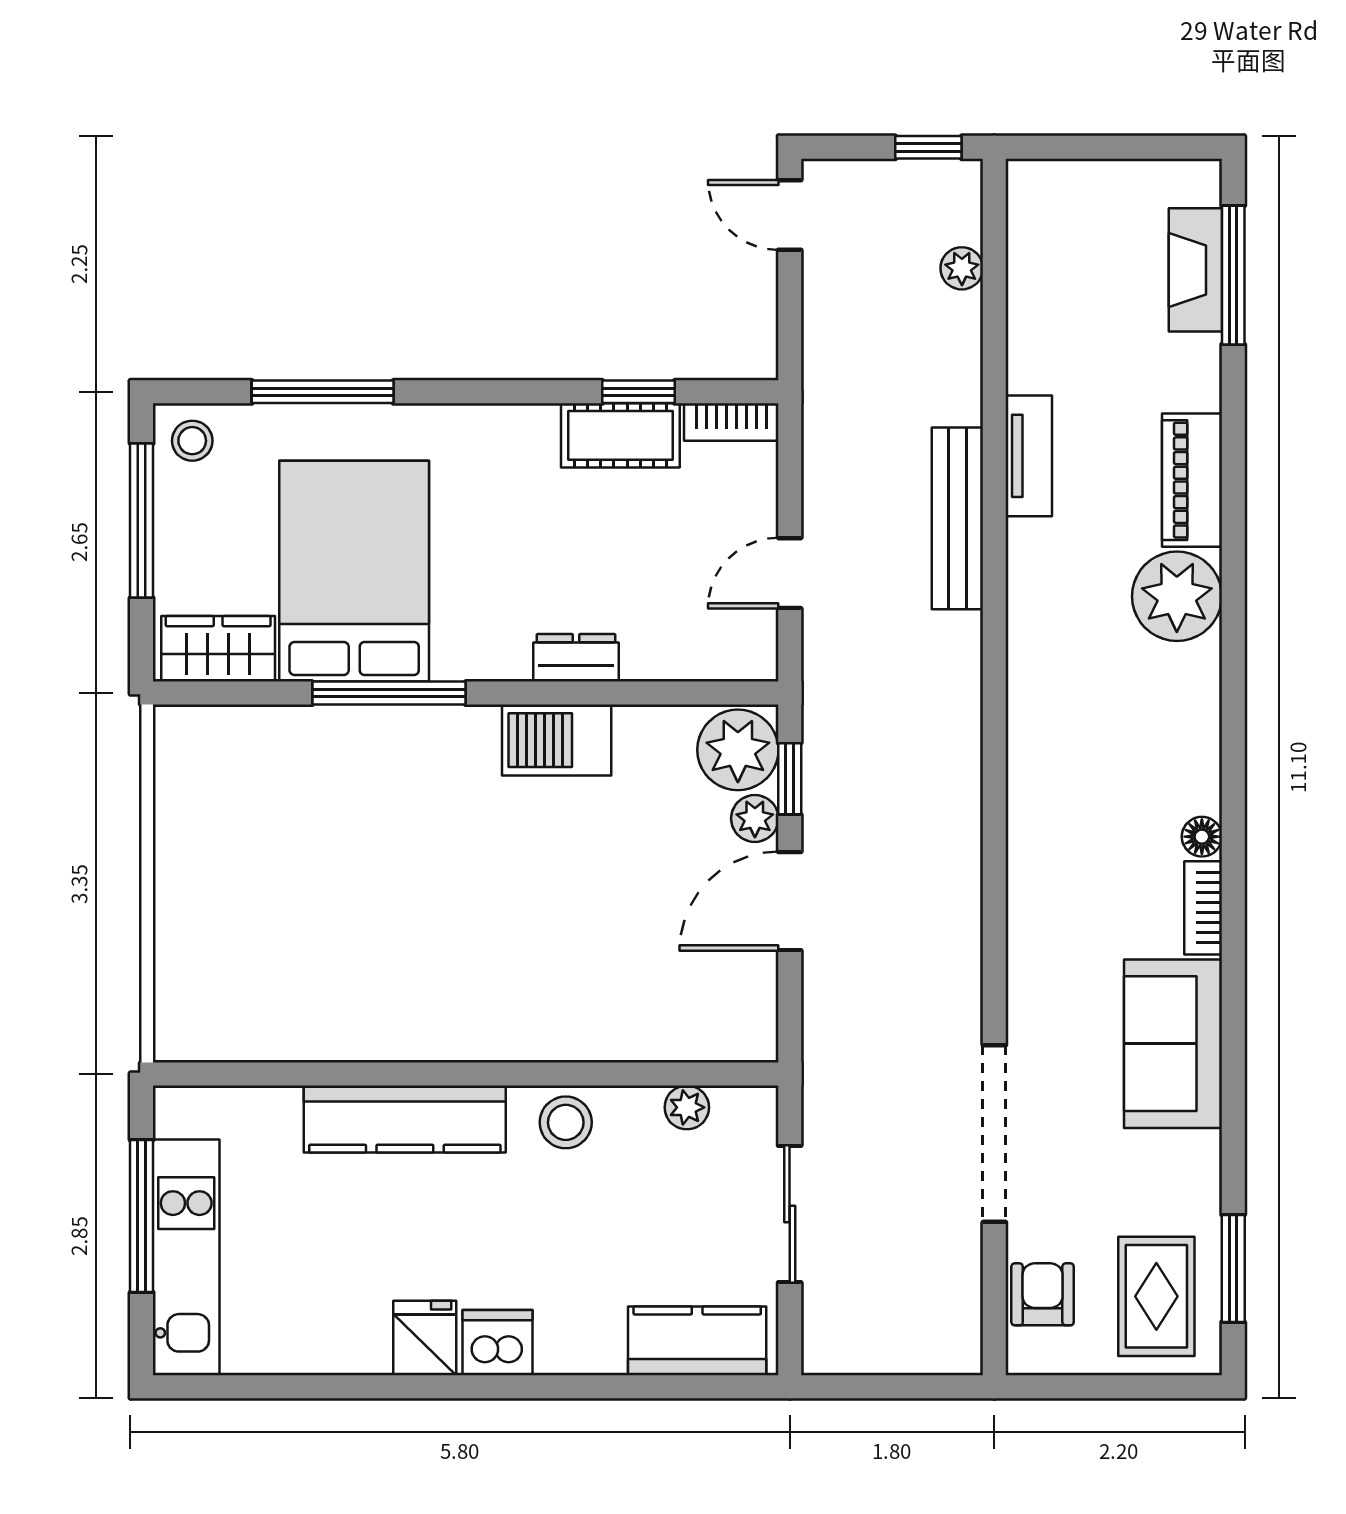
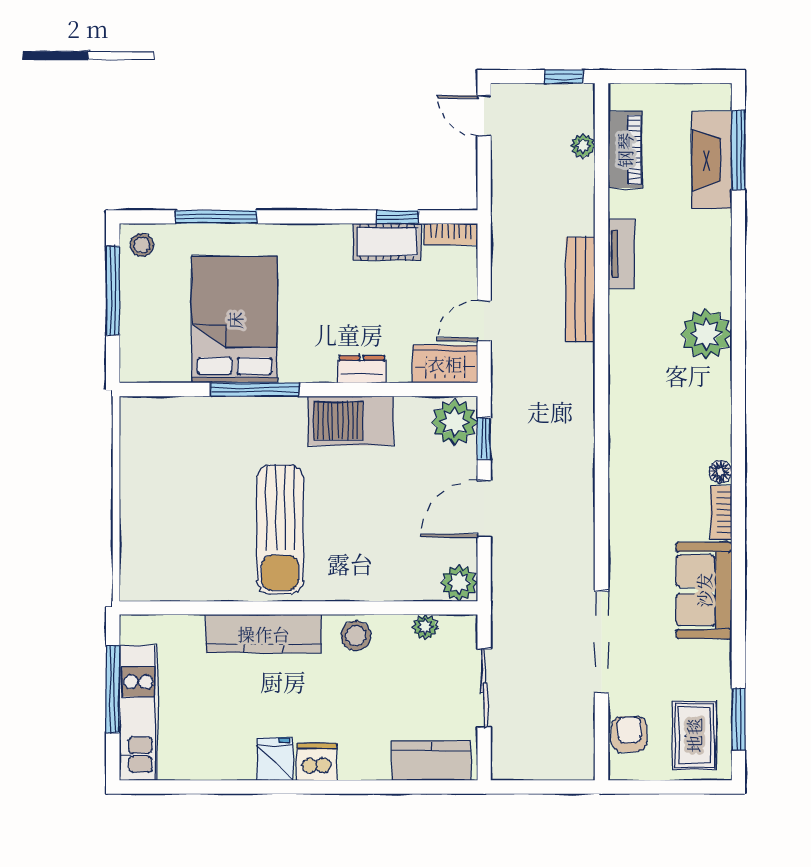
fireplace: (1195, 270) -> (712, 160), width x1.37, depth x1.32
piano: (1192, 480) -> (625, 150), moved, turned 180
wardrobe: (218, 649) -> (445, 364), moved
barbecue: (557, 740) -> (351, 421), width x1.37, depth x1.21
plant: (755, 818) -> (459, 583), moved, width x1.38, depth x1.38
sun lounger: (434, 937) -> (280, 529), added

